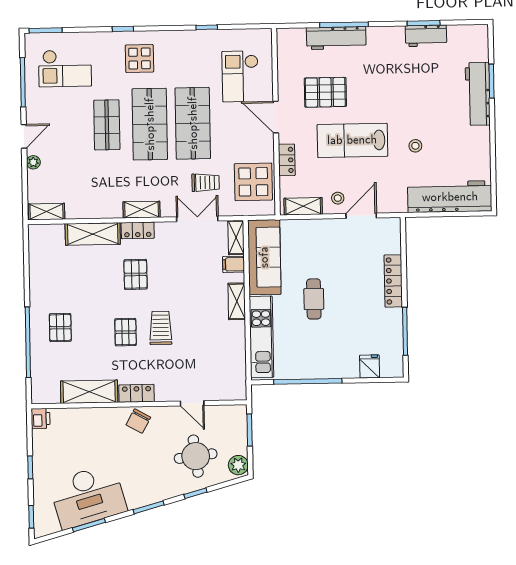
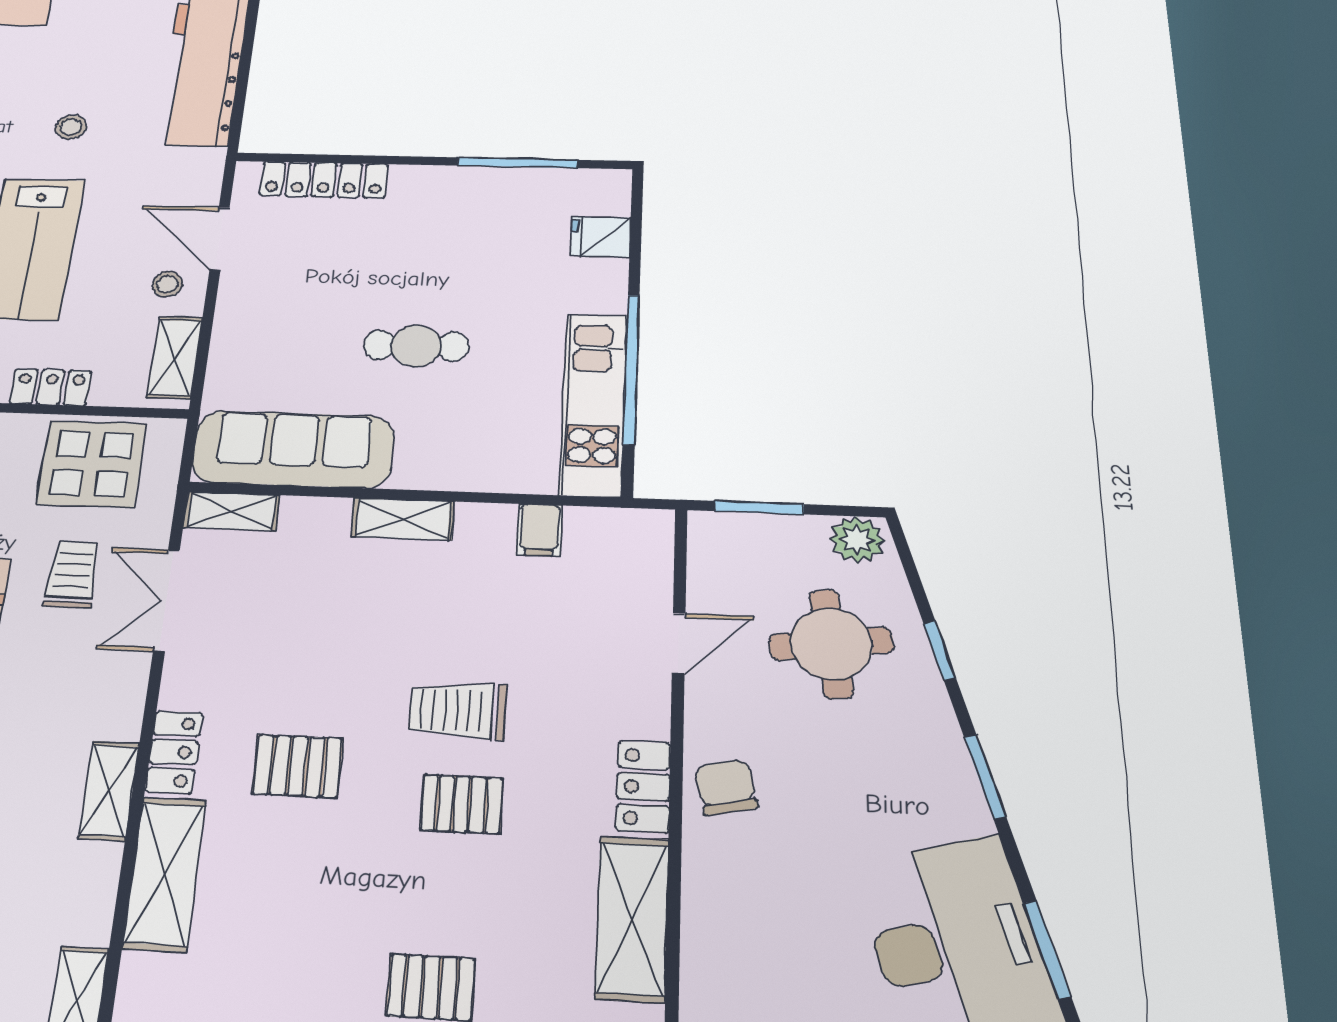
shelving: (142, 210) -> (109, 791), moved
filing cabinet: (233, 264) -> (539, 530), moved
locker: (393, 281) -> (324, 180), moved
kitchen unit: (261, 337) -> (594, 404), moved, turned -90
chair: (138, 421) -> (726, 787), turned -132

